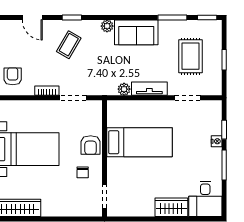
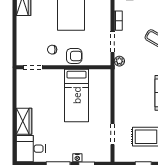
plant: (124, 89) -> (119, 61), moved
tv unit: (149, 89) -> (120, 103), removed
armchair: (91, 145) -> (74, 56), turned 180

